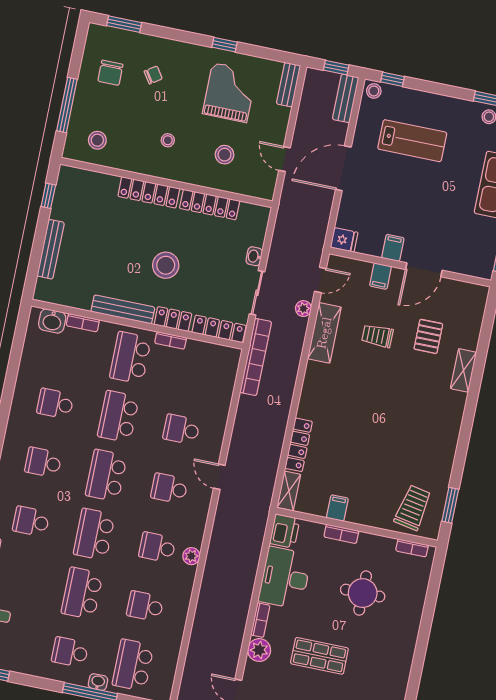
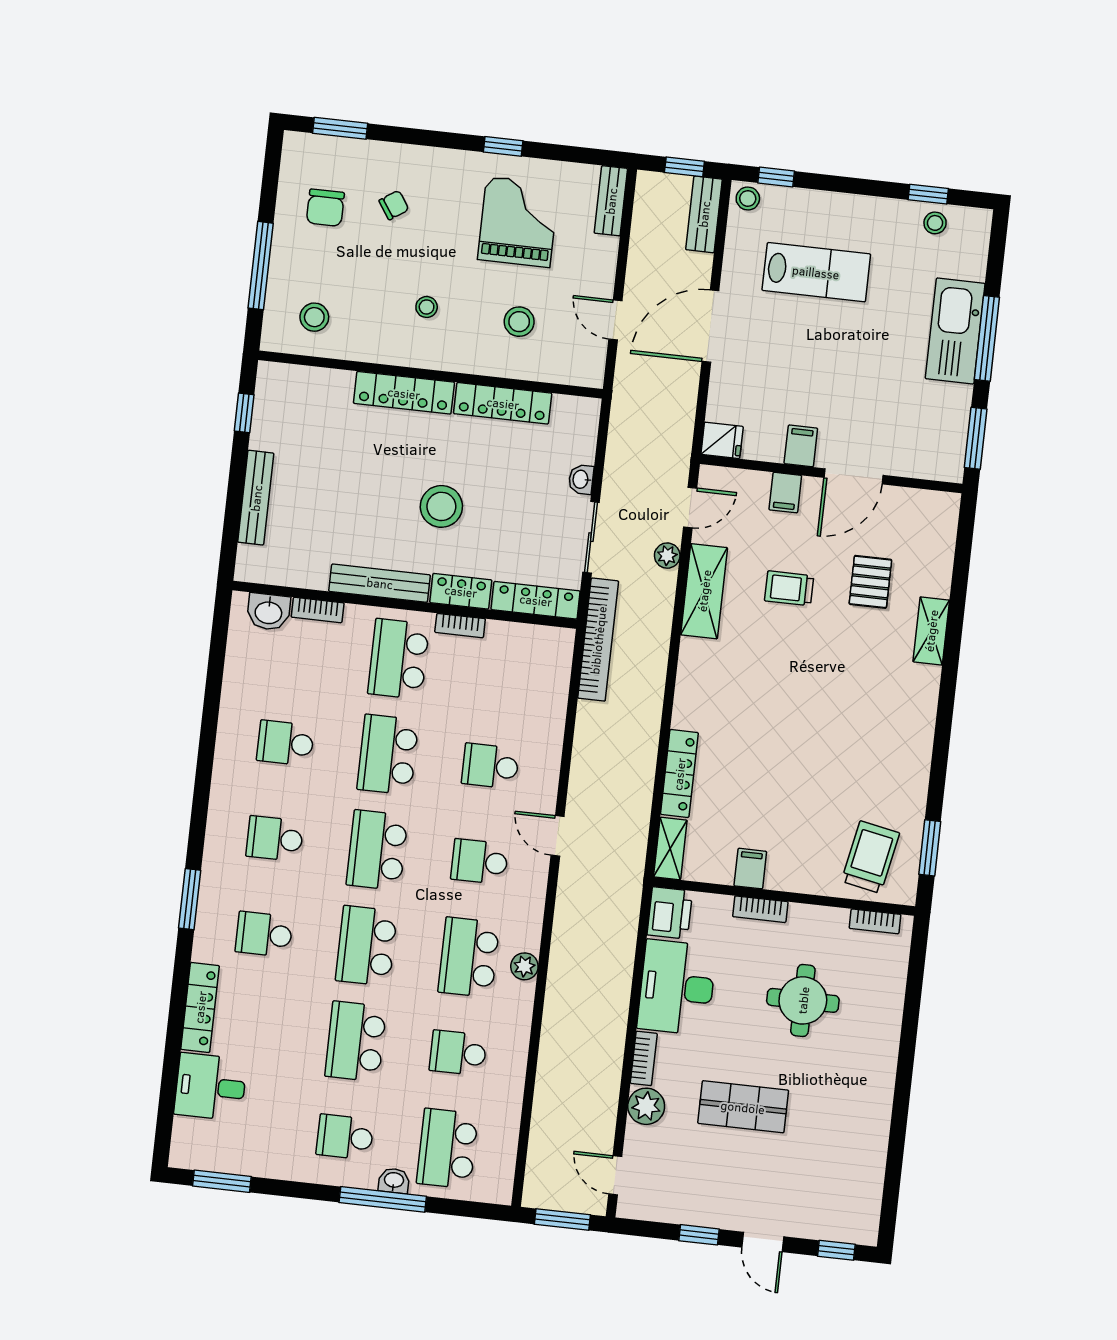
school desk: (157, 547) -> (469, 957), width x1.85

